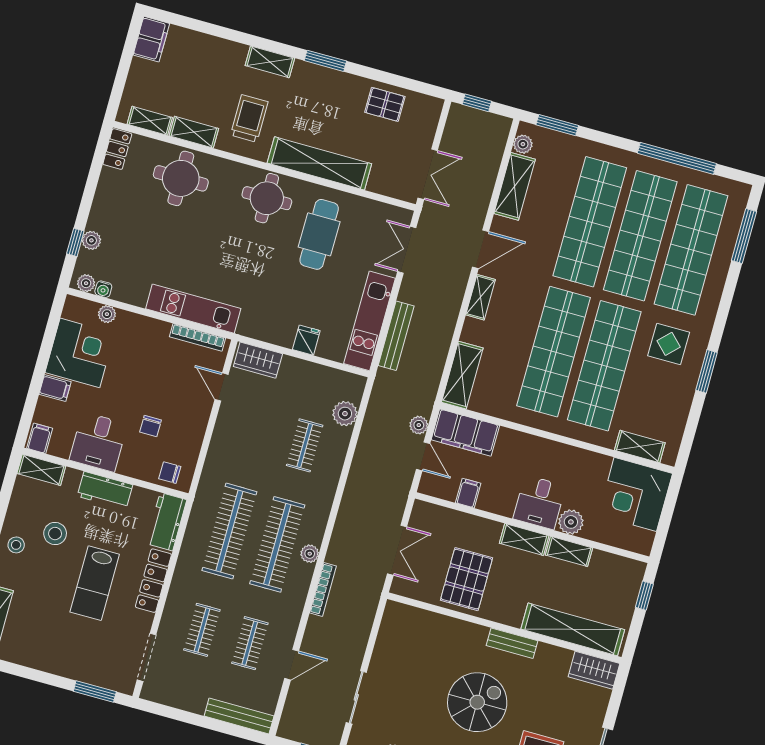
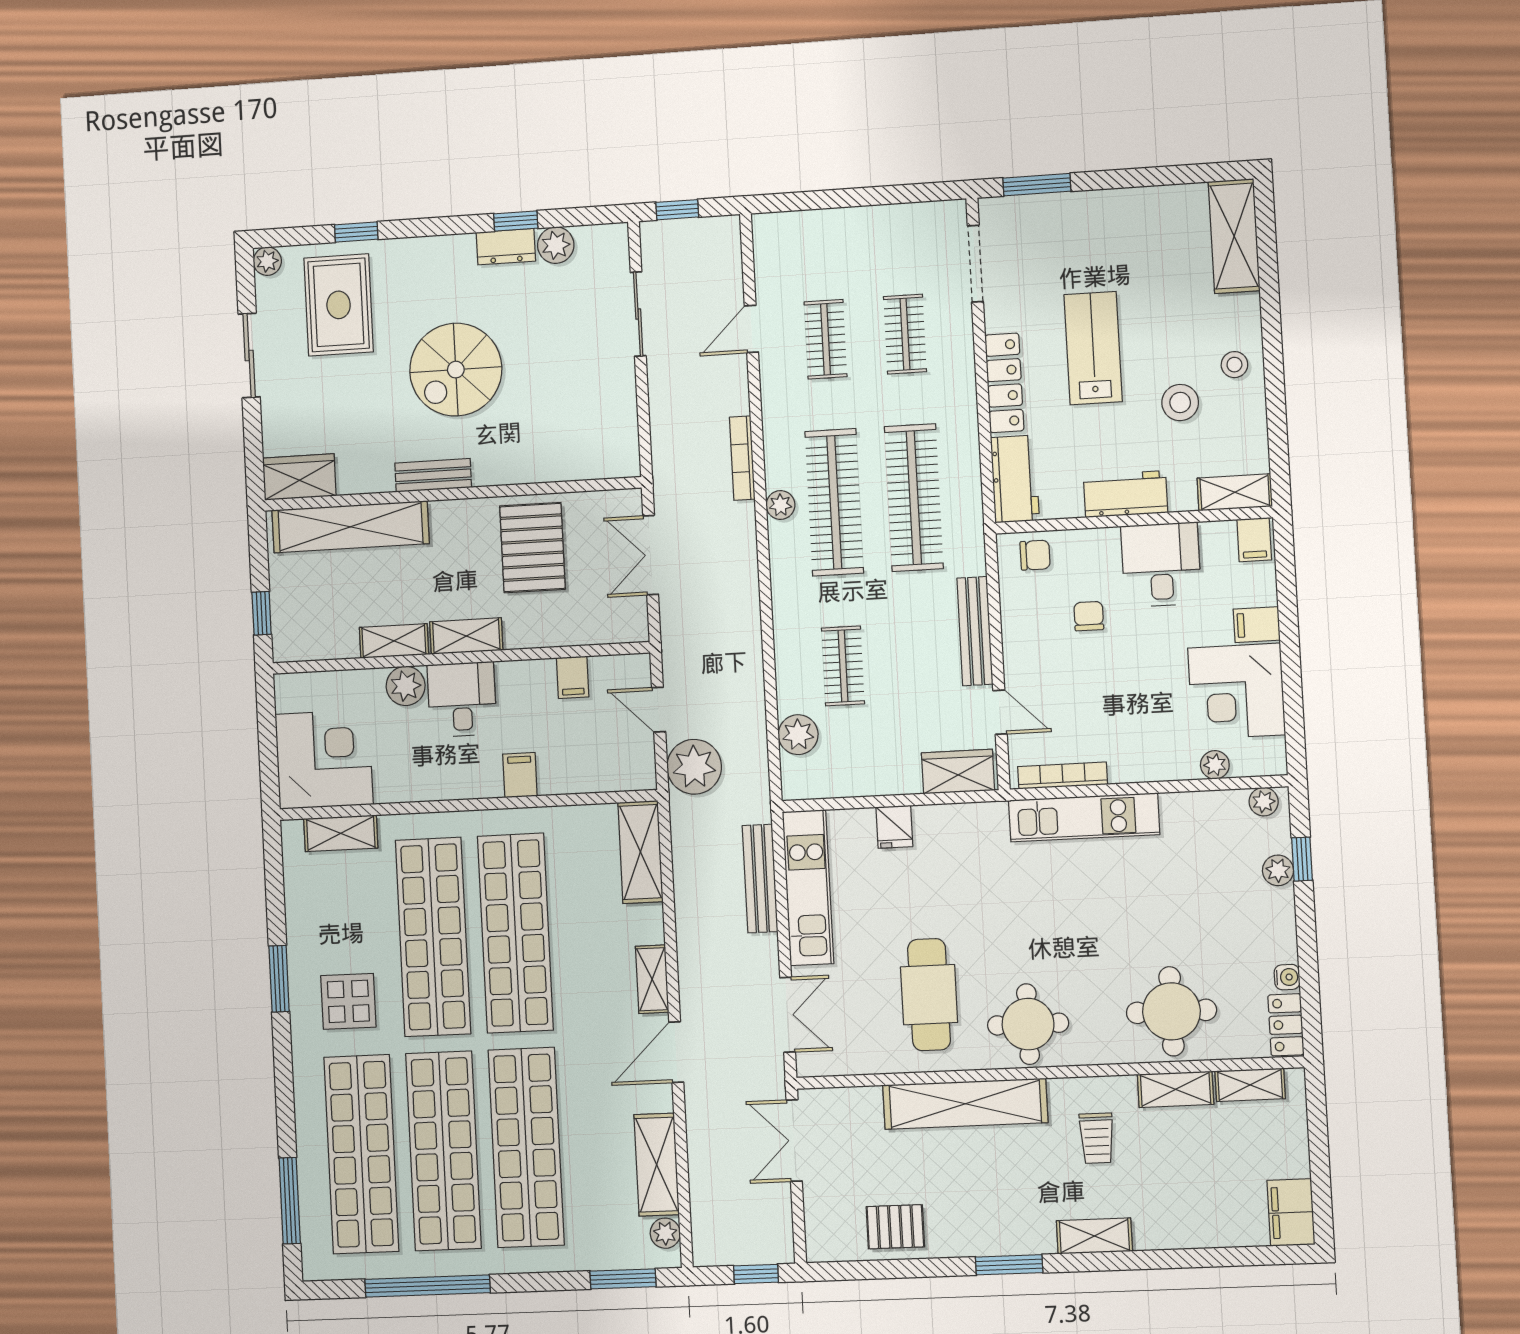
trolley: (249, 118) -> (1097, 1138), width x0.73, depth x0.72
water cooler: (103, 289) -> (1287, 977), moved, turned 90
plant: (419, 425) -> (694, 767), width x1.88, depth x1.88
filing cabinet: (465, 433) -> (520, 775), moved, width x0.33, depth x0.86
bench: (239, 716) -> (975, 631), moved, turned 90

